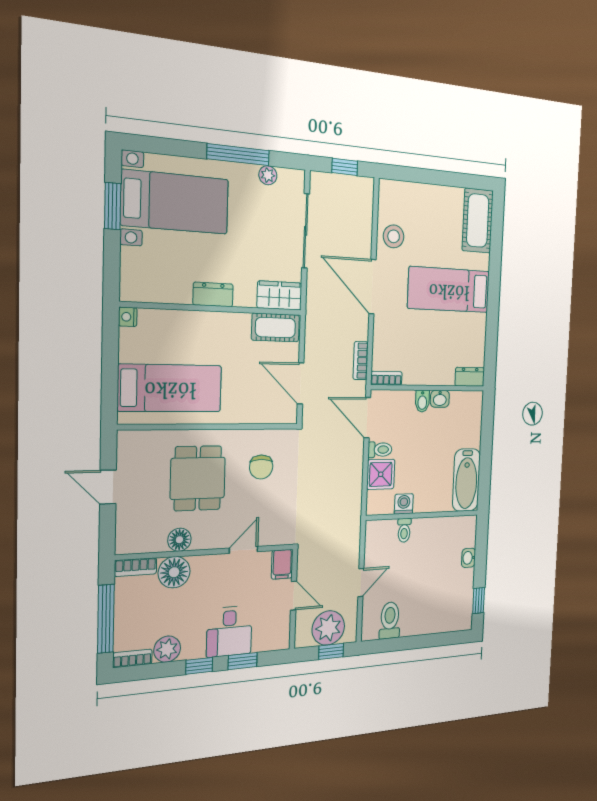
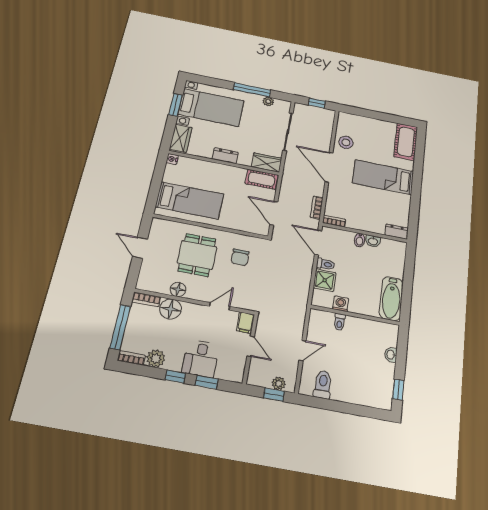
wardrobe: (134, 274) -> (181, 138), added
plant: (328, 628) -> (279, 383), width x0.53, depth x0.53

